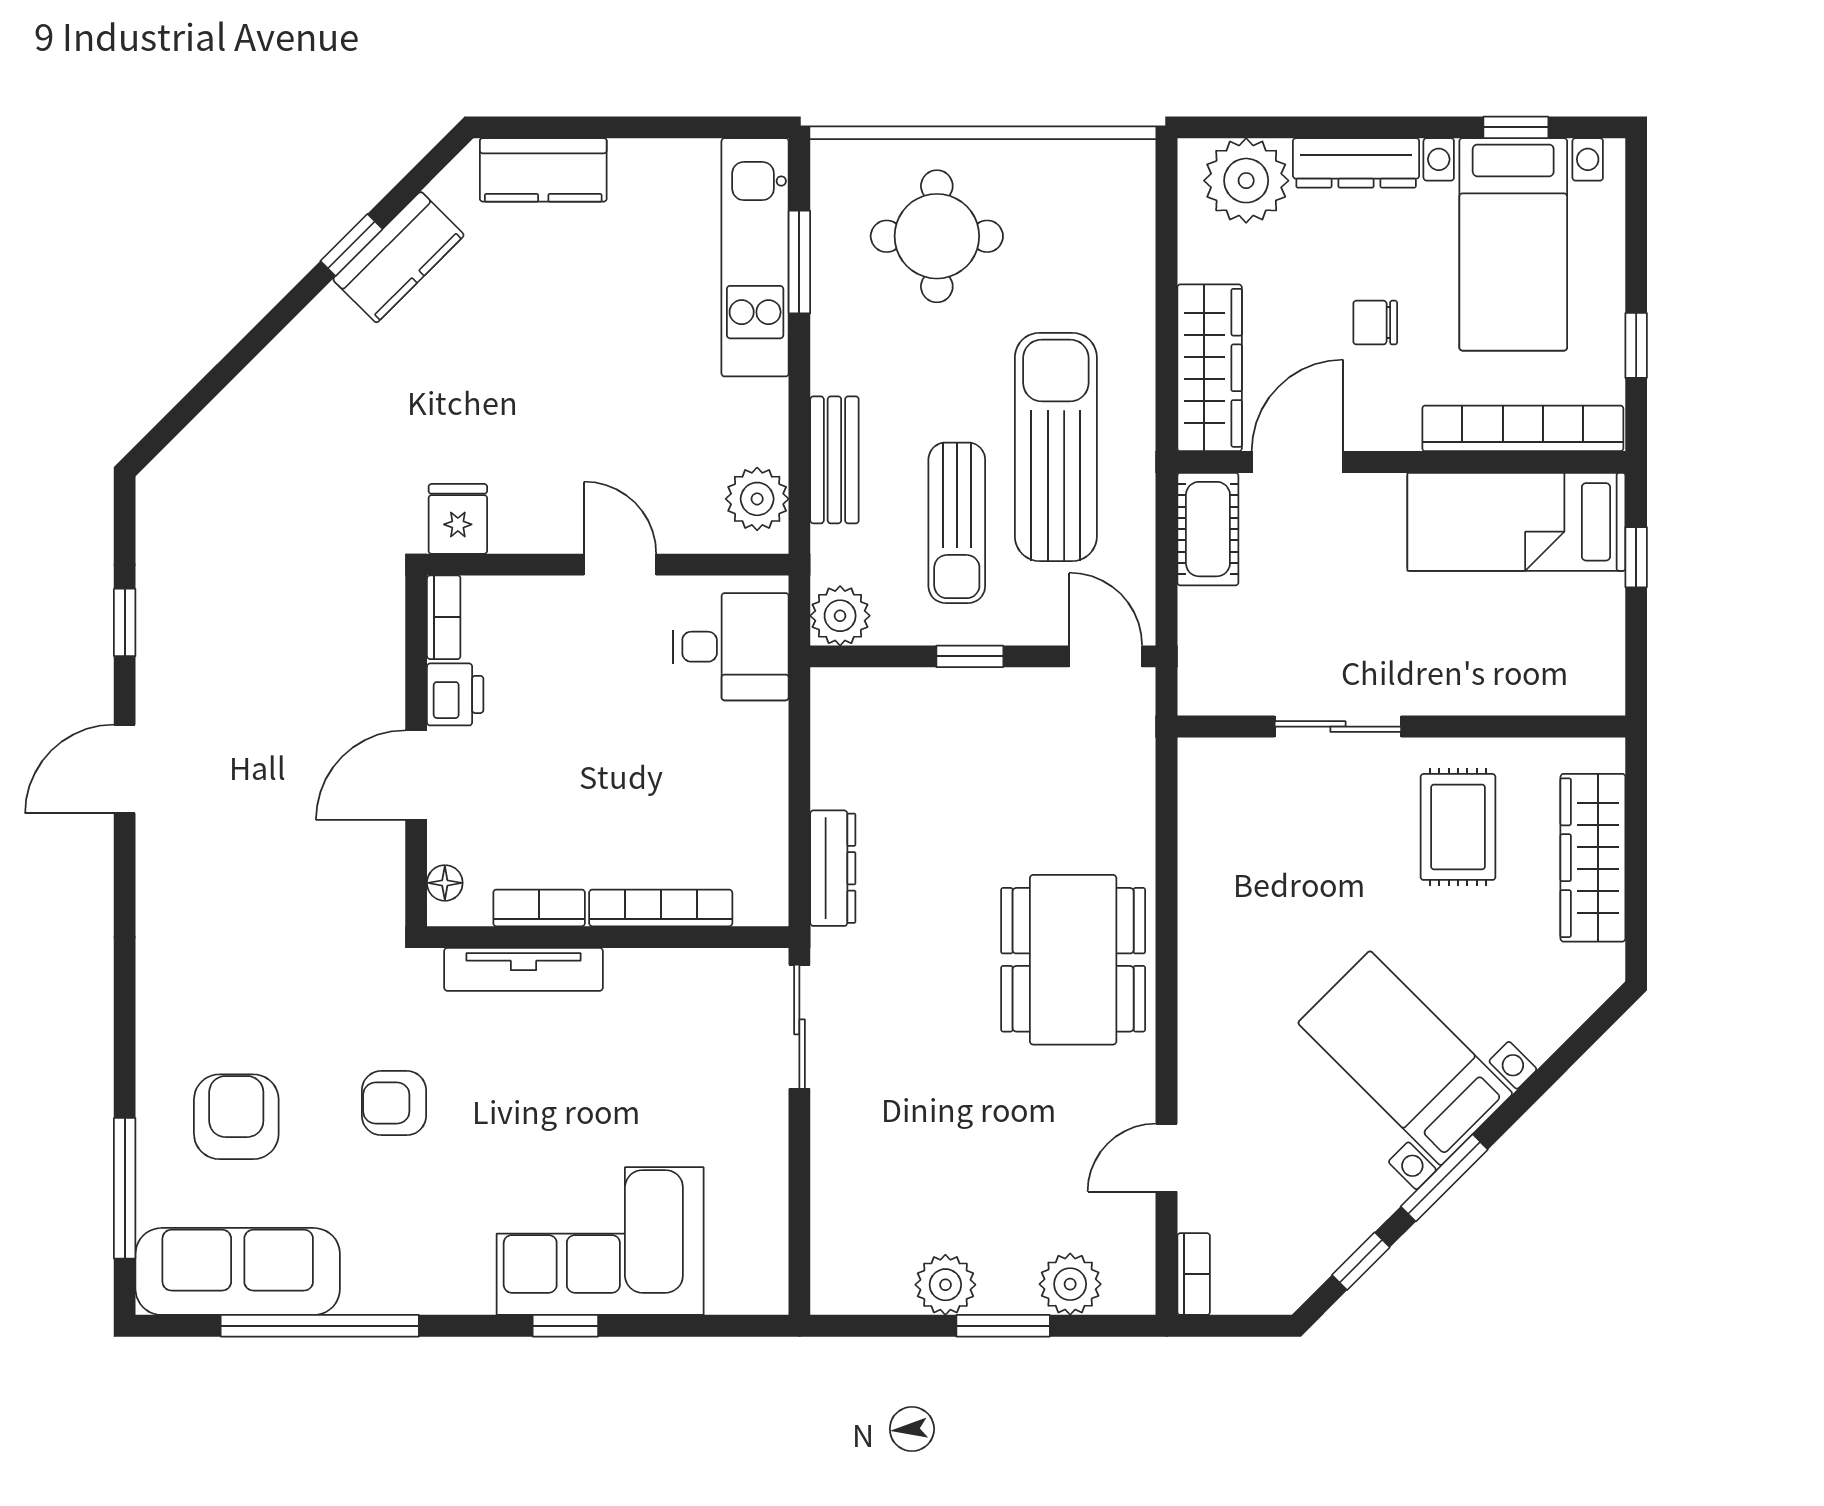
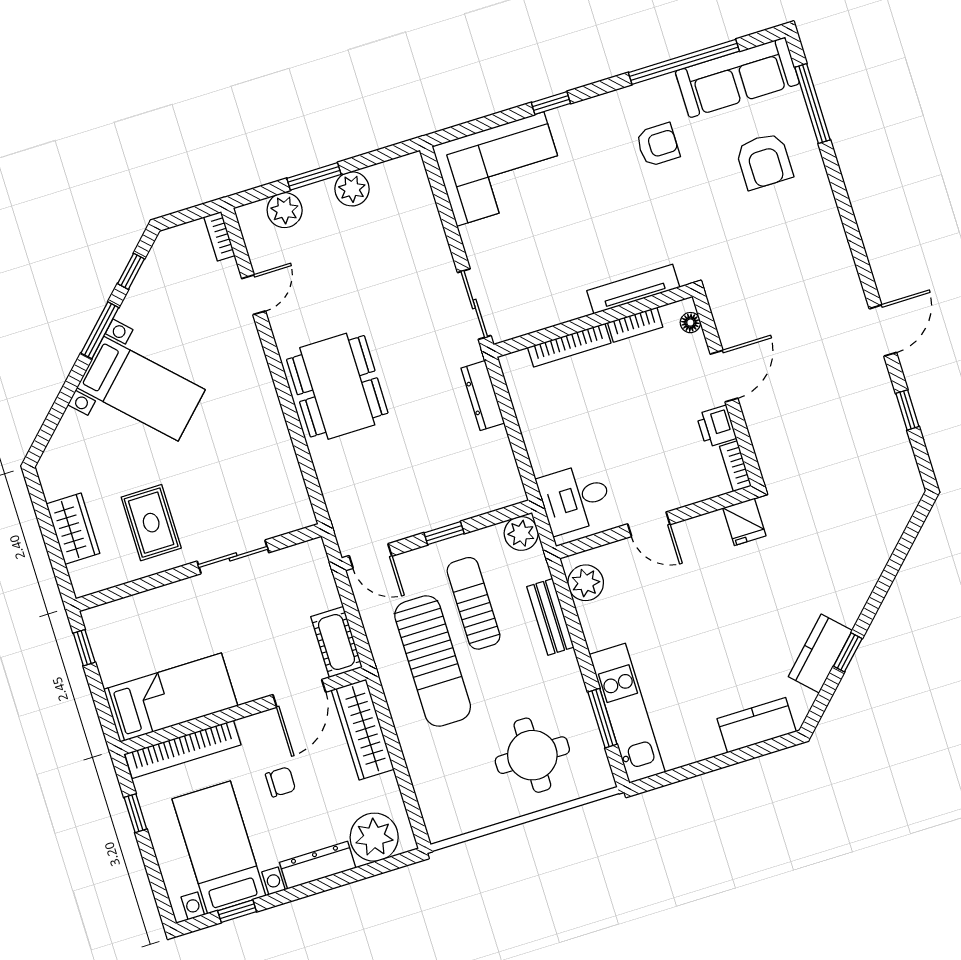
window: (1636, 557) -> (84, 648), moved
wardrobe: (1593, 858) -> (73, 529), width x0.67
armchair: (394, 1103) -> (658, 145), moved
corner sofa: (600, 1241) -> (500, 169), moved

